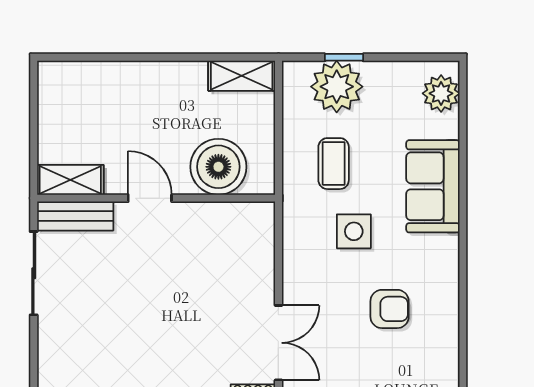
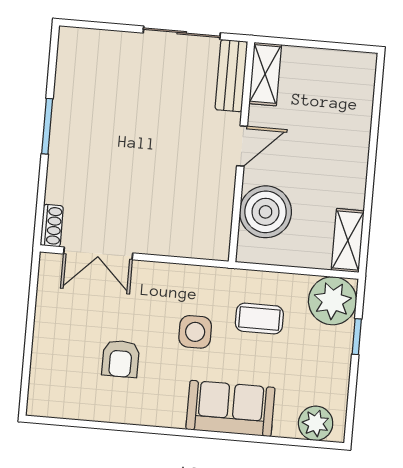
plant: (337, 87) -> (332, 301), moved

